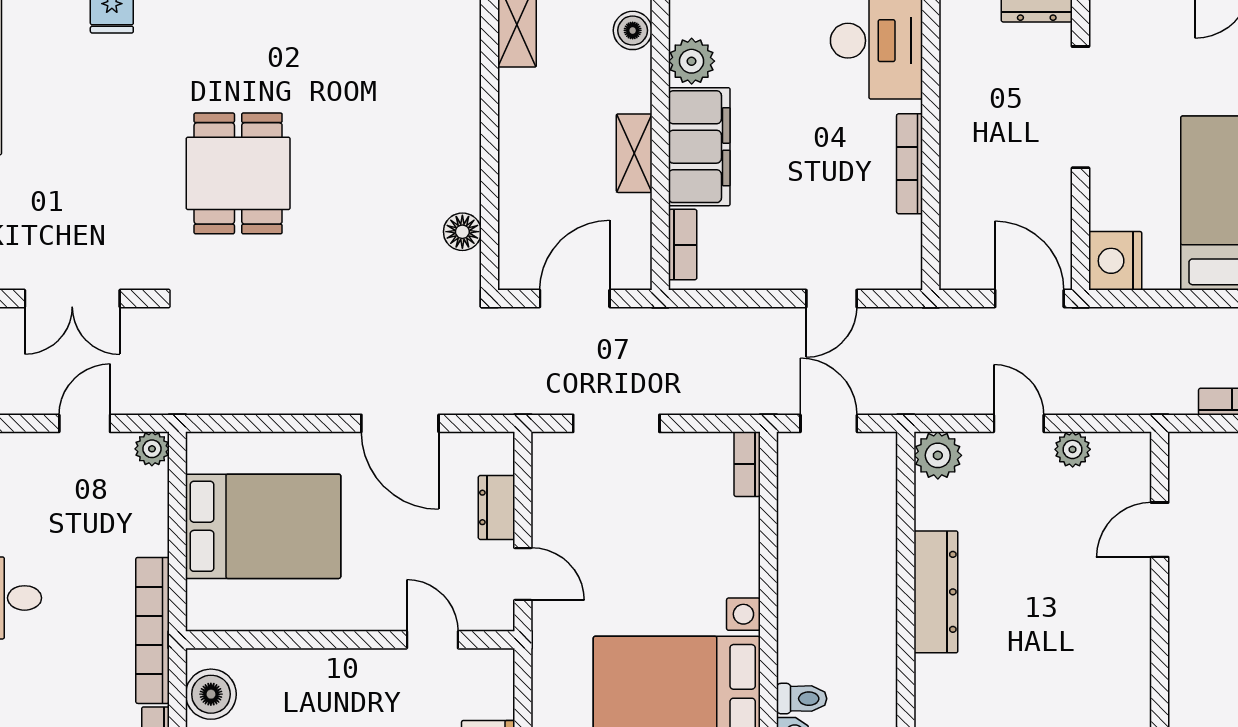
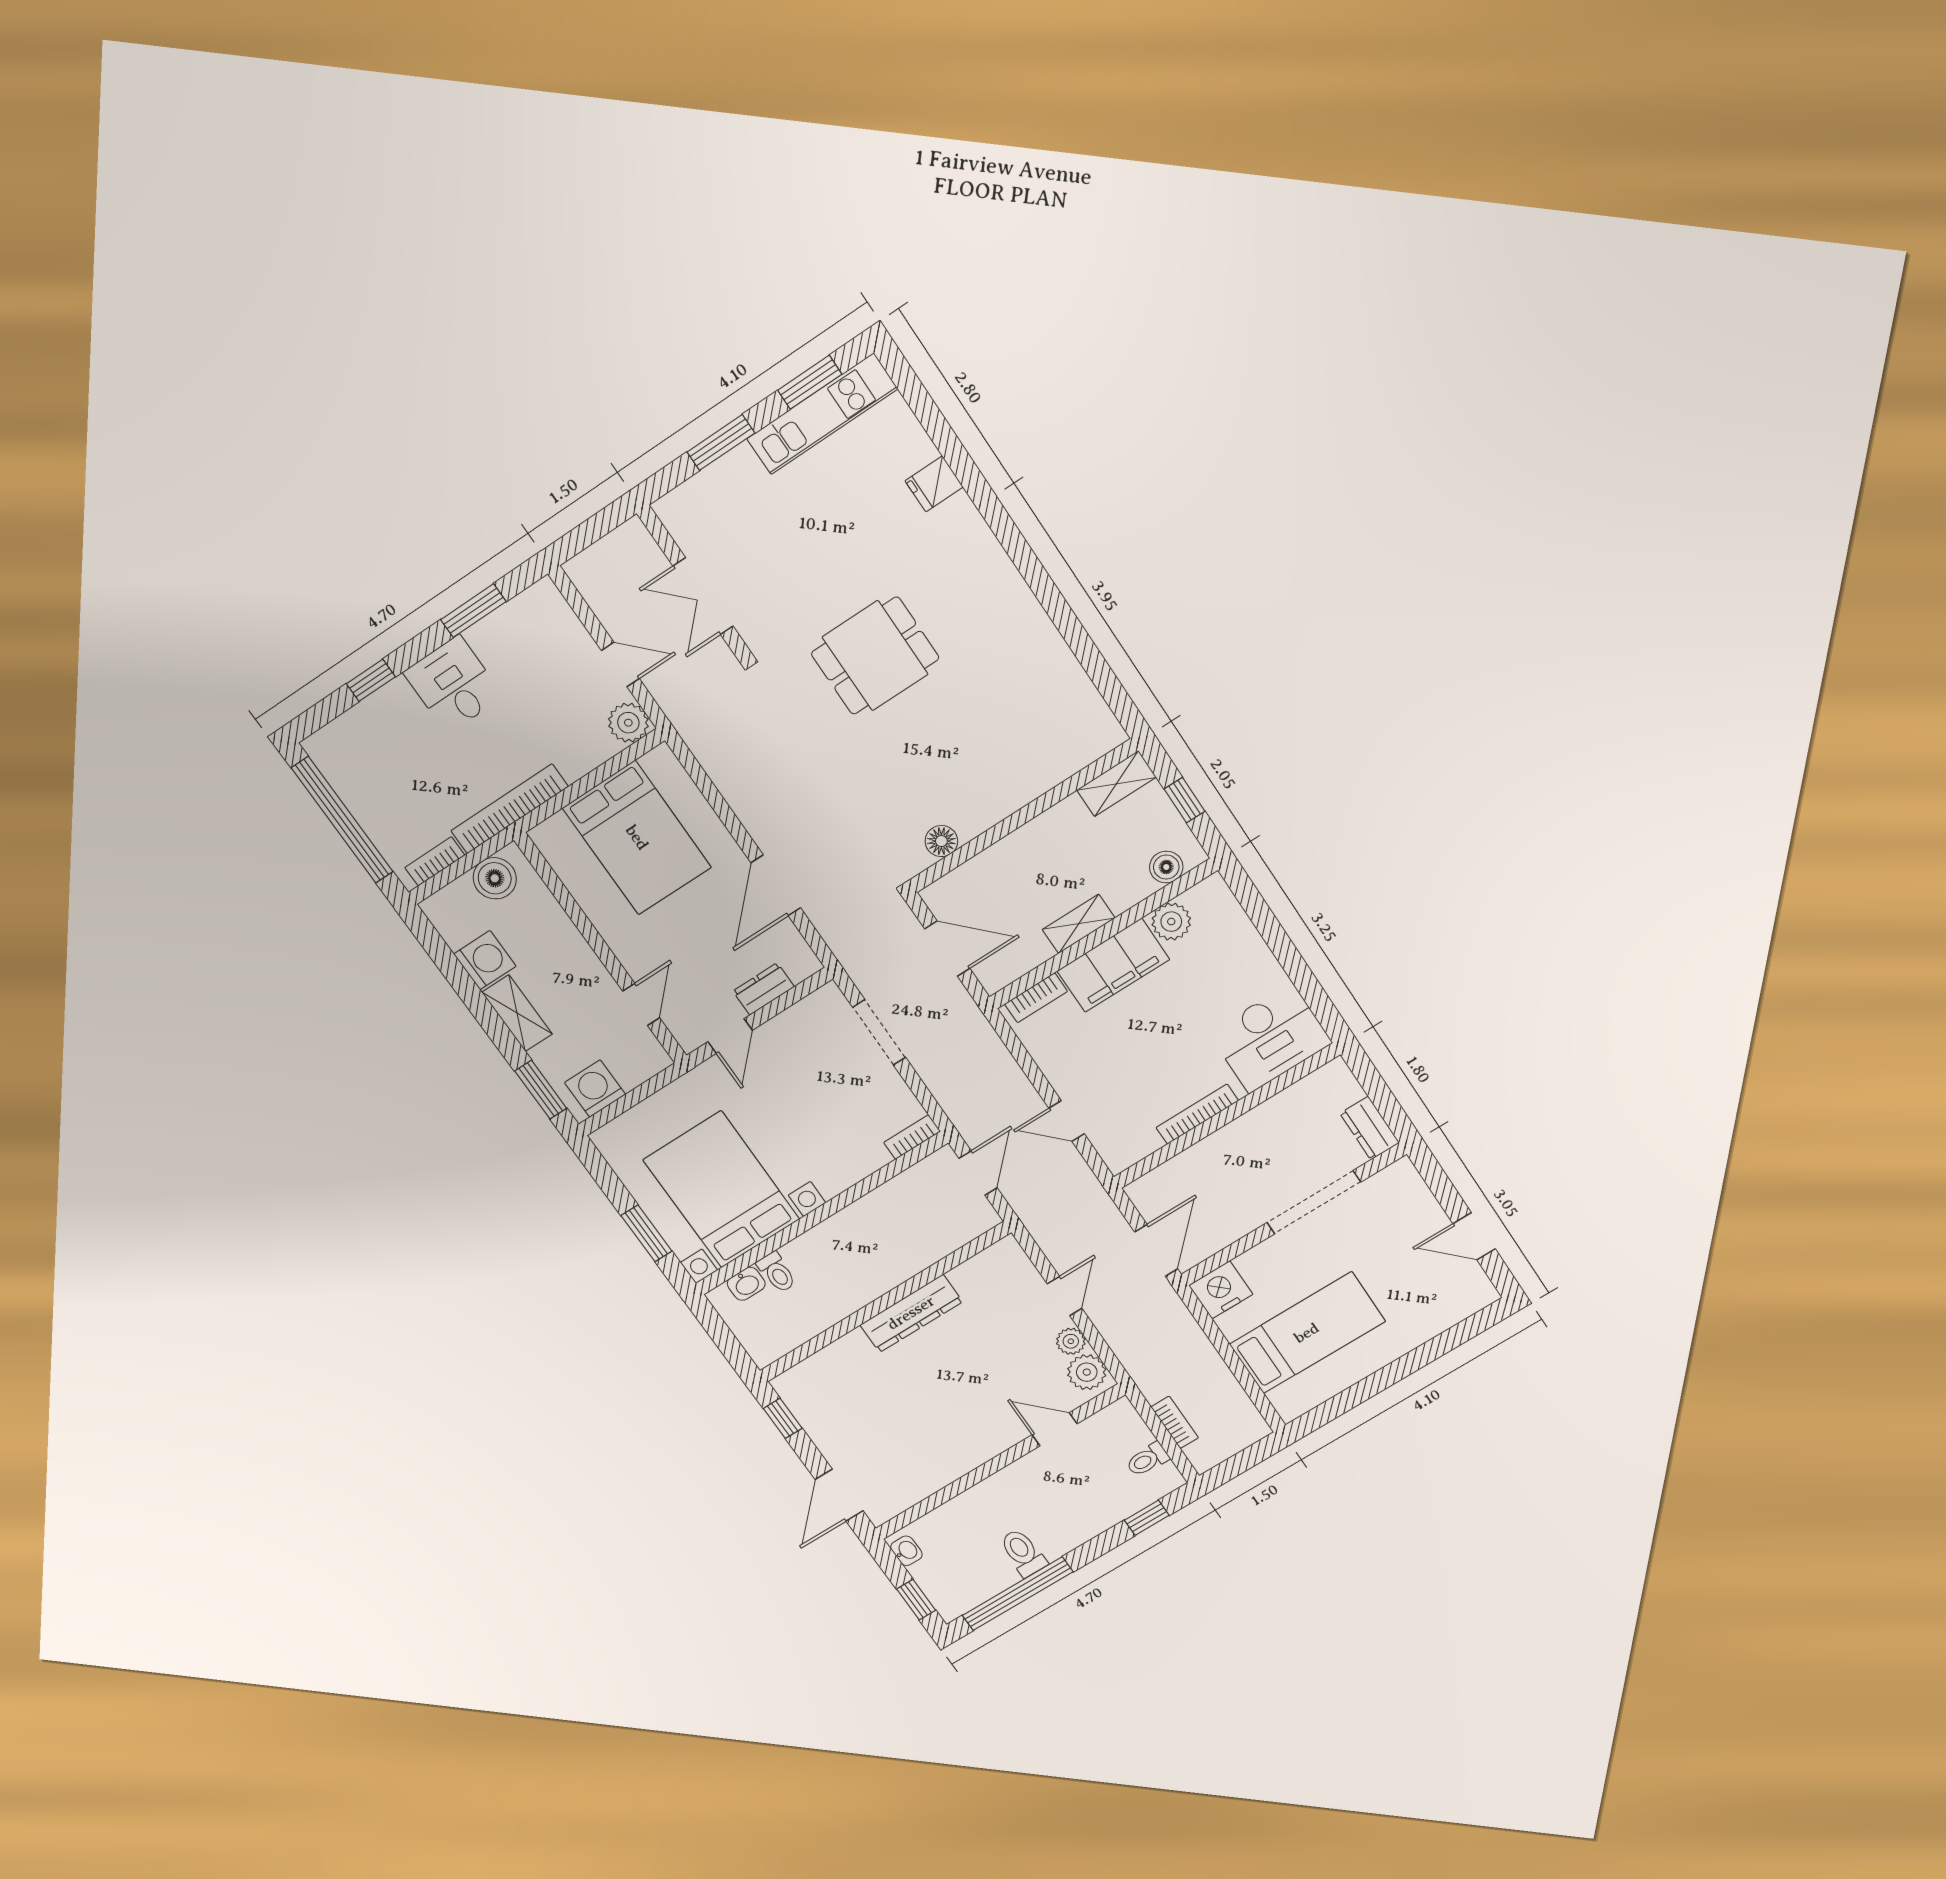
plant: (152, 449) -> (628, 723), width x1.38, depth x1.38
plant: (938, 455) -> (1087, 1372), moved

